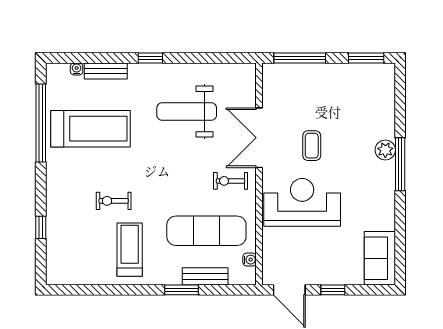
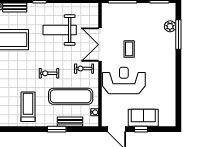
plant: (385, 150) -> (170, 26), moved
window: (400, 164) -> (178, 35), moved
exercise bike: (114, 201) -> (49, 73), moved
sofa: (380, 258) -> (143, 118), moved, turned 90

